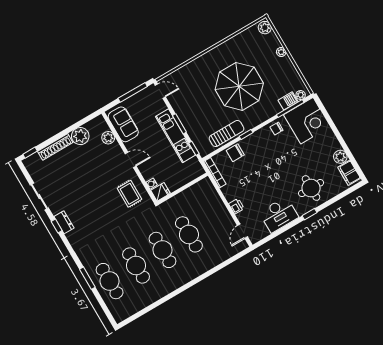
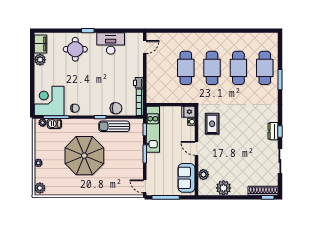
kitchen unit: (176, 136) -> (153, 129), moved
shoe rack: (55, 147) -> (263, 191), moved
printer: (236, 206) -> (138, 83), moved

